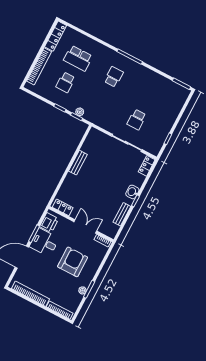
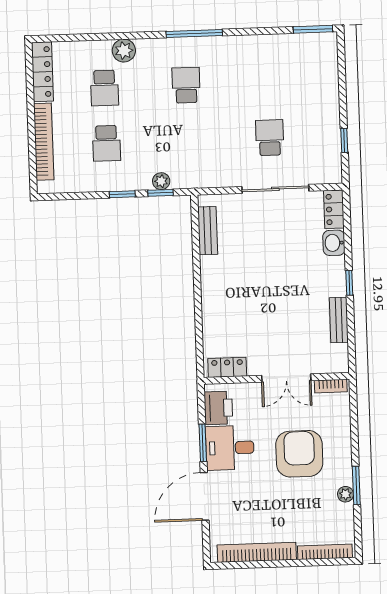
plant: (95, 47) -> (124, 51), added
school desk: (78, 58) -> (104, 88), width x0.54
school desk: (137, 120) -> (270, 138), turned 180
bench: (78, 163) -> (208, 231), moved
washbasin: (132, 192) -> (334, 243), moved
double door: (85, 226) -> (286, 378), swing flipped

